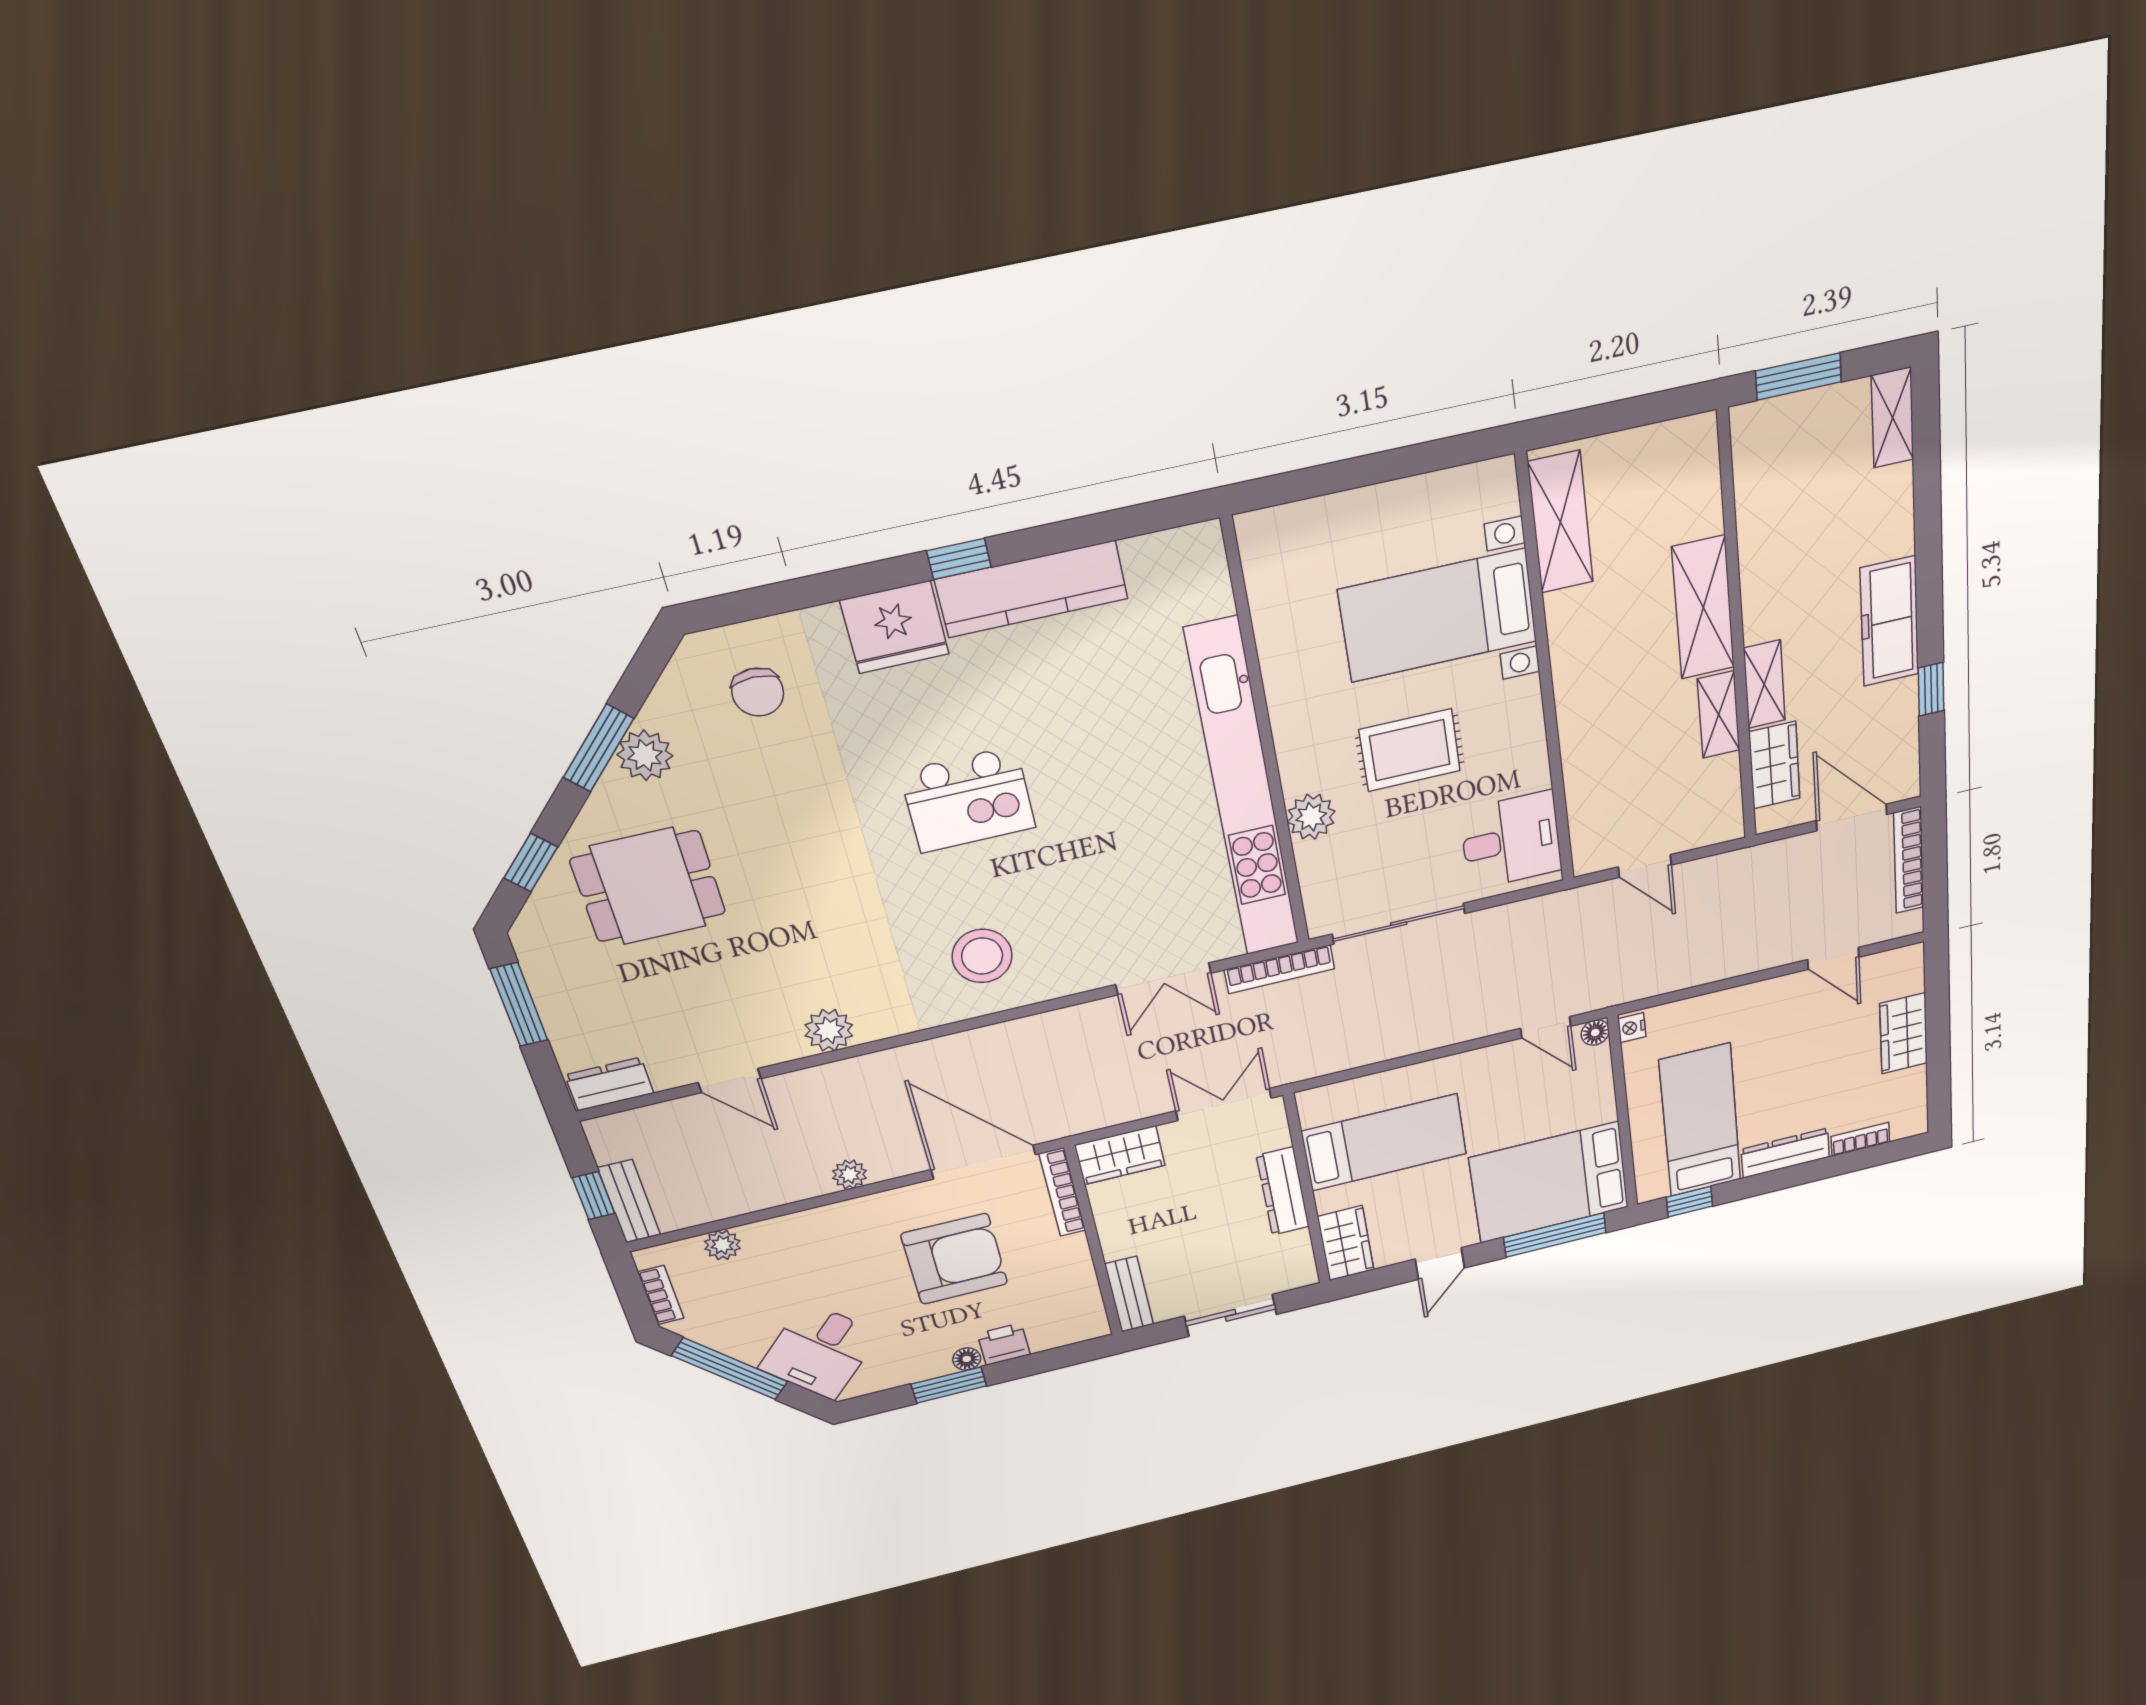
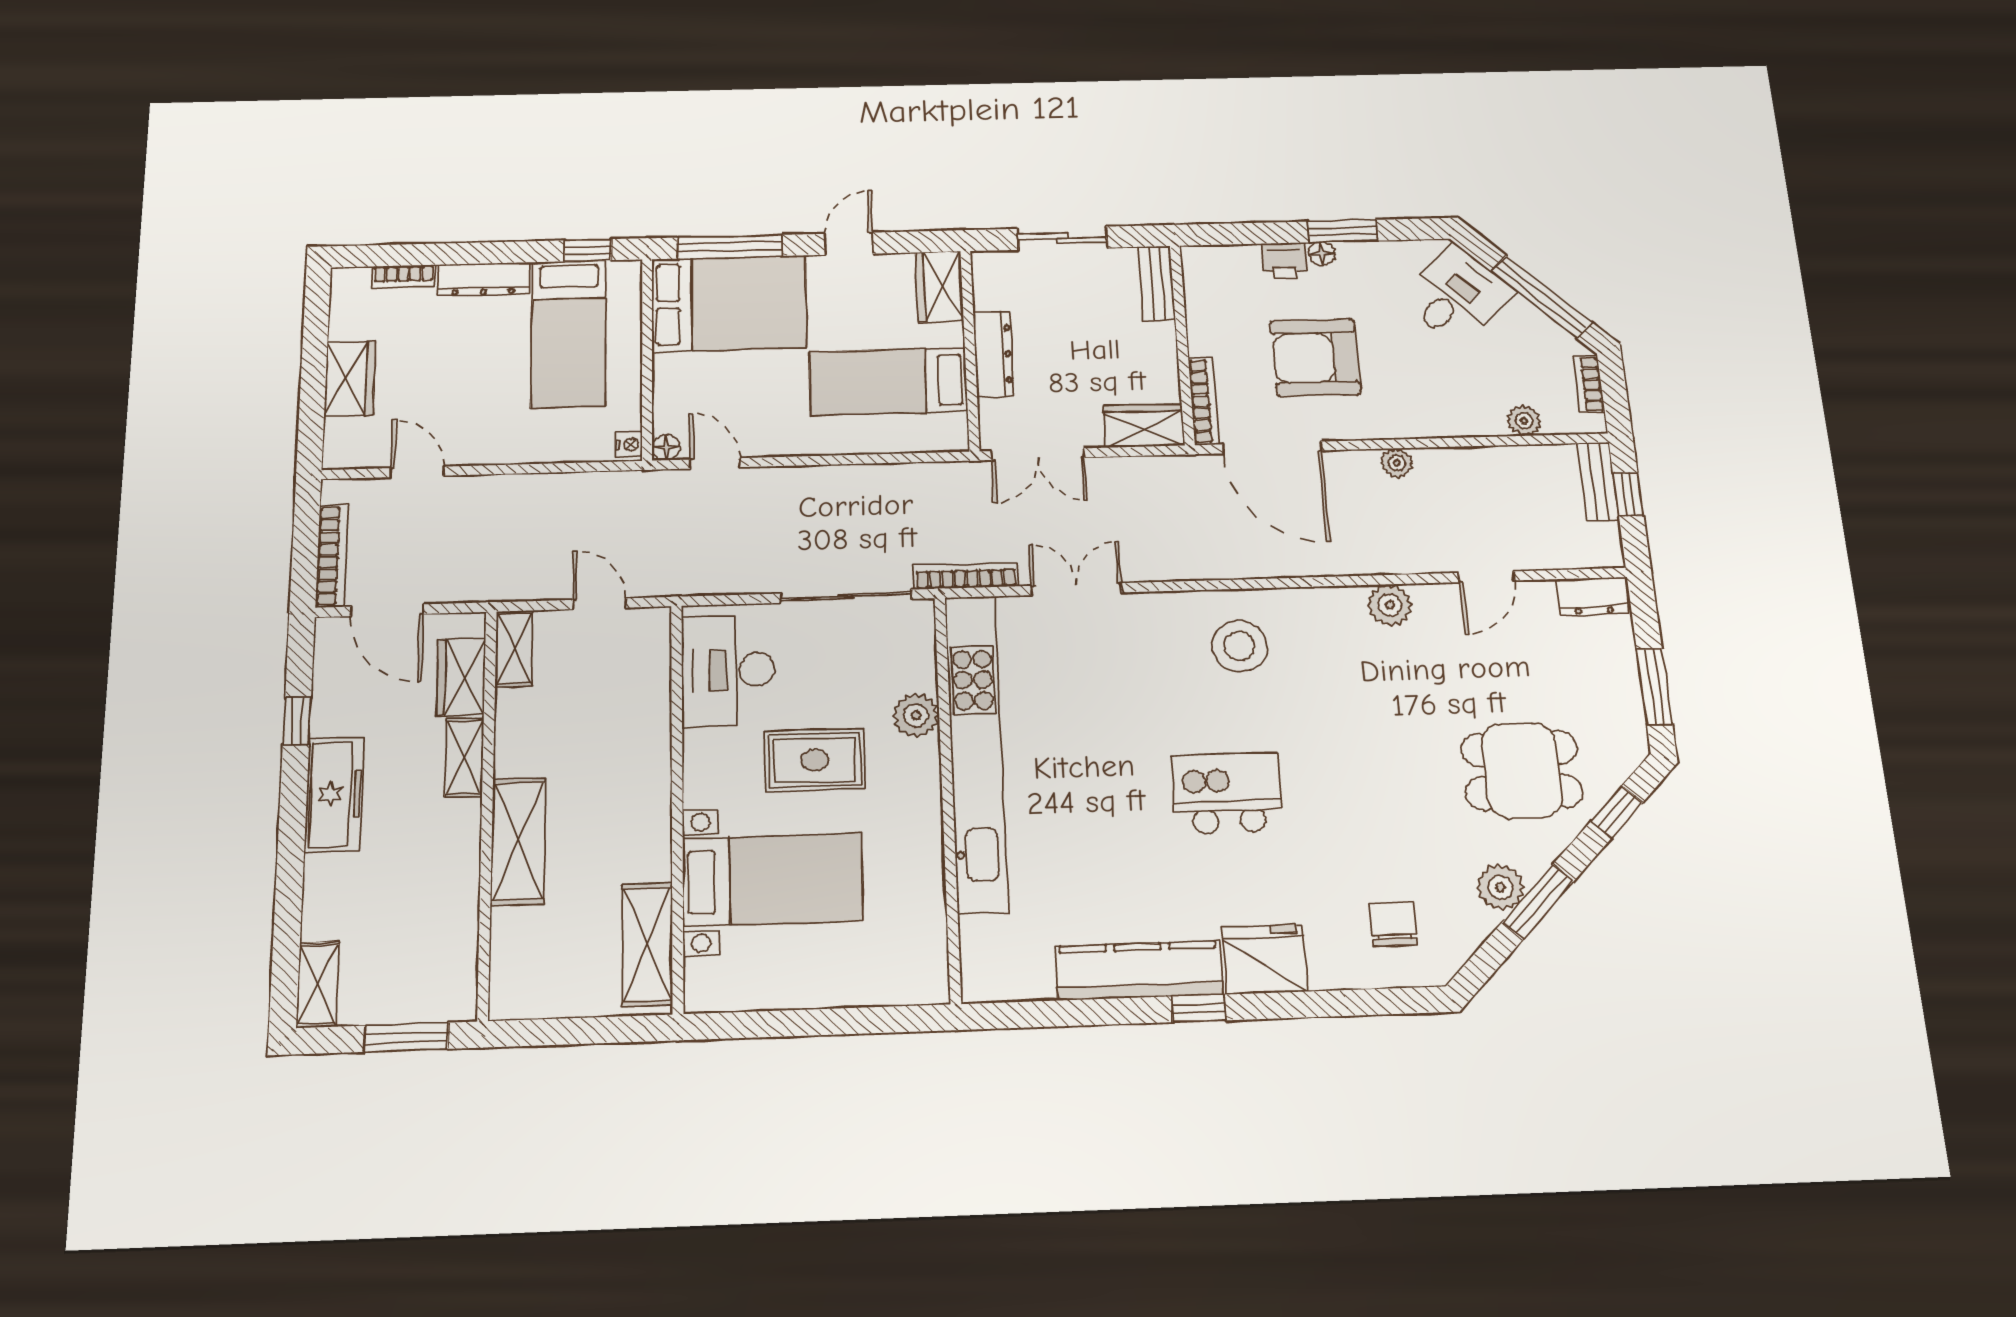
shelving: (1719, 715) -> (514, 649), moved
desk: (1511, 840) -> (728, 670), width x1.37
door: (730, 1081) -> (1487, 577), swing flipped

